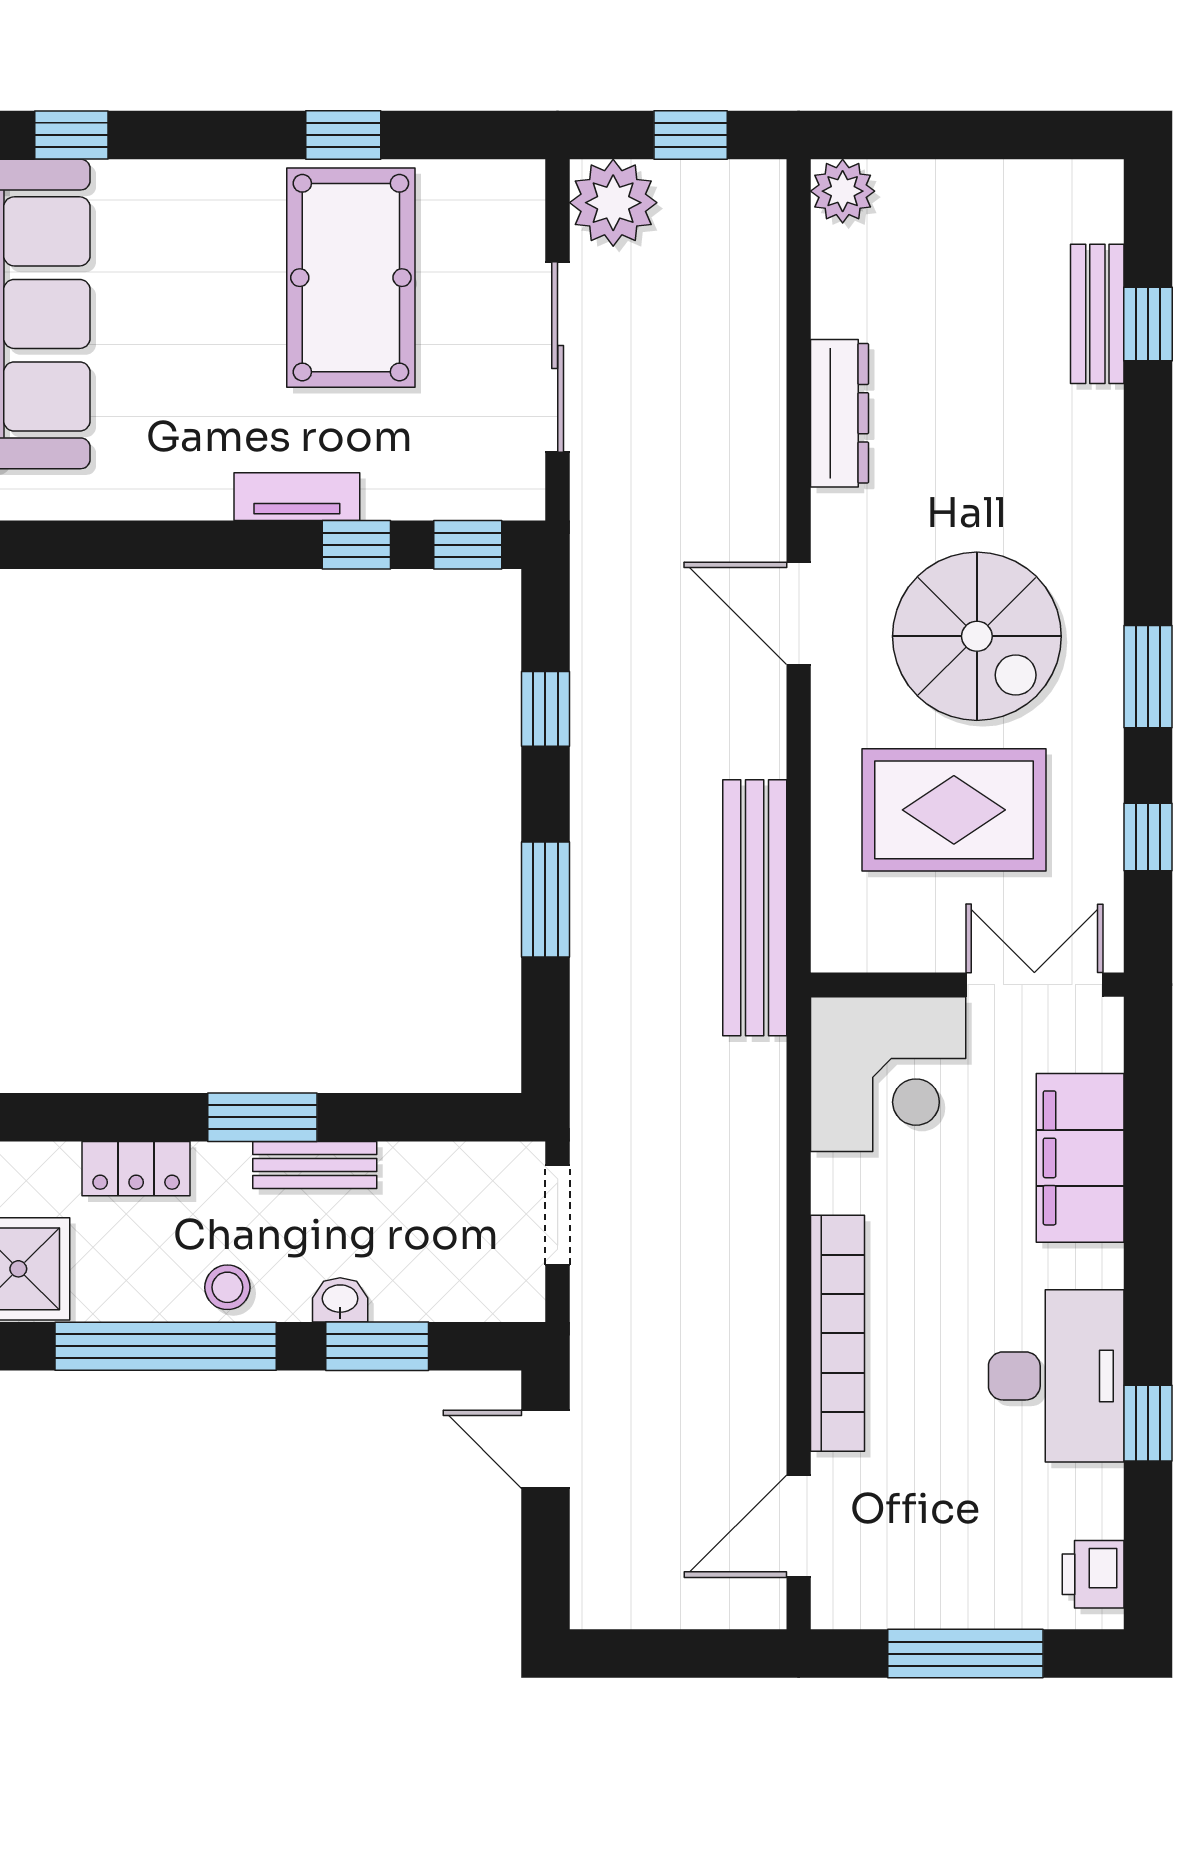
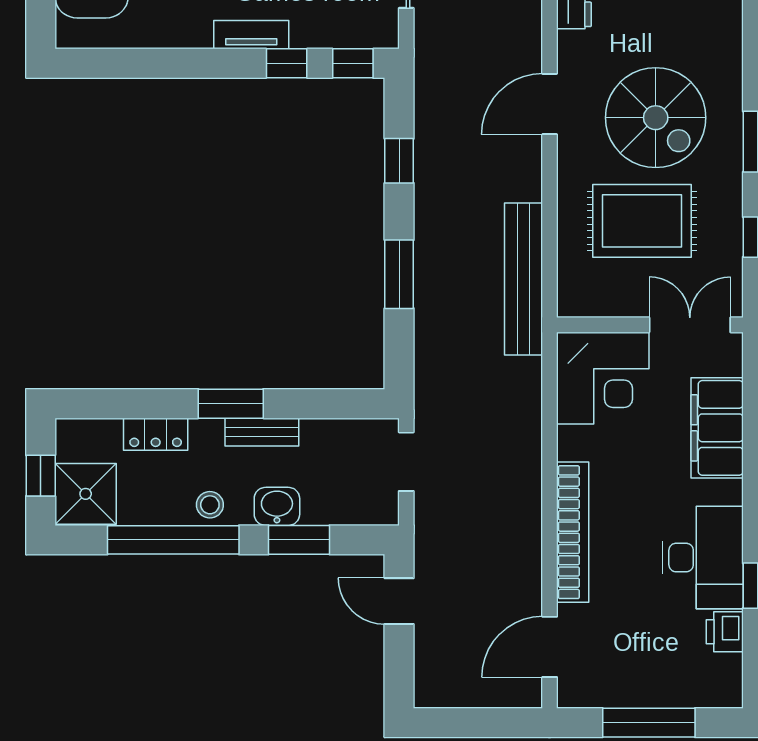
door: (799, 613) -> (550, 104), hinge flipped
washbasin: (340, 1300) -> (277, 506), width x1.38, depth x1.45
printer: (1093, 1574) -> (725, 632), moved

